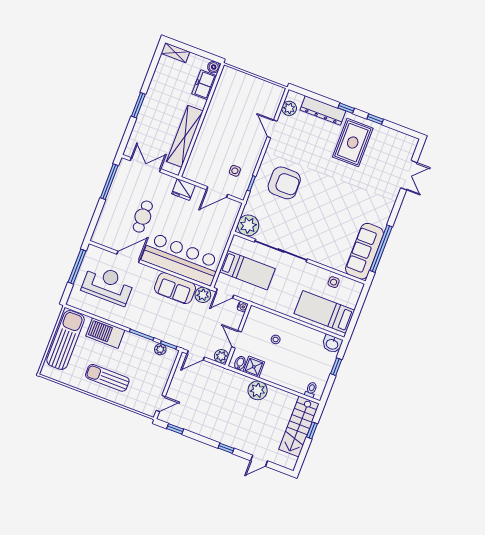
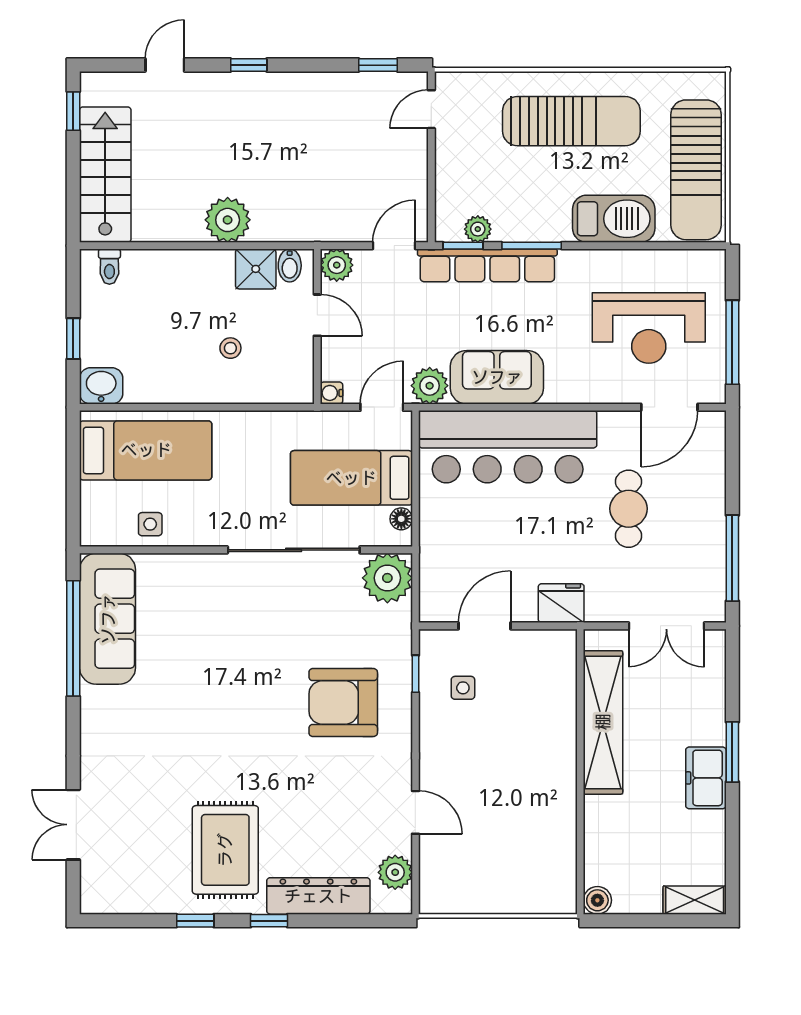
freezer: (204, 85) -> (706, 778), moved, turned 180
floor lamp: (234, 247) -> (401, 519), added
door: (128, 257) -> (669, 407), moved
row of seats: (162, 334) -> (487, 265), added
sun lounger: (107, 378) -> (571, 121), width x1.36, depth x1.34
window: (312, 430) -> (73, 111), moved

